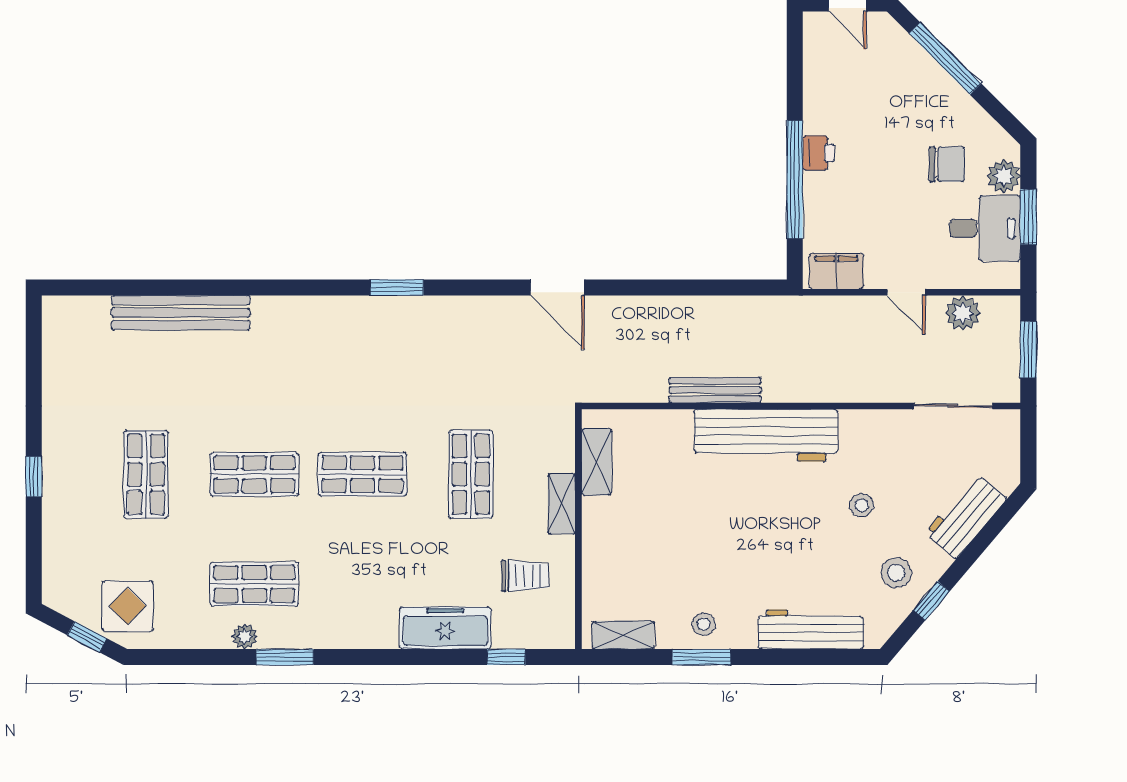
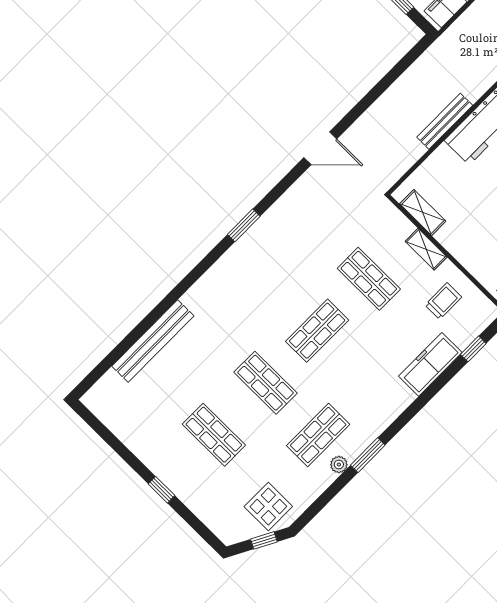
shop shelf: (254, 474) -> (266, 383), turned 90

